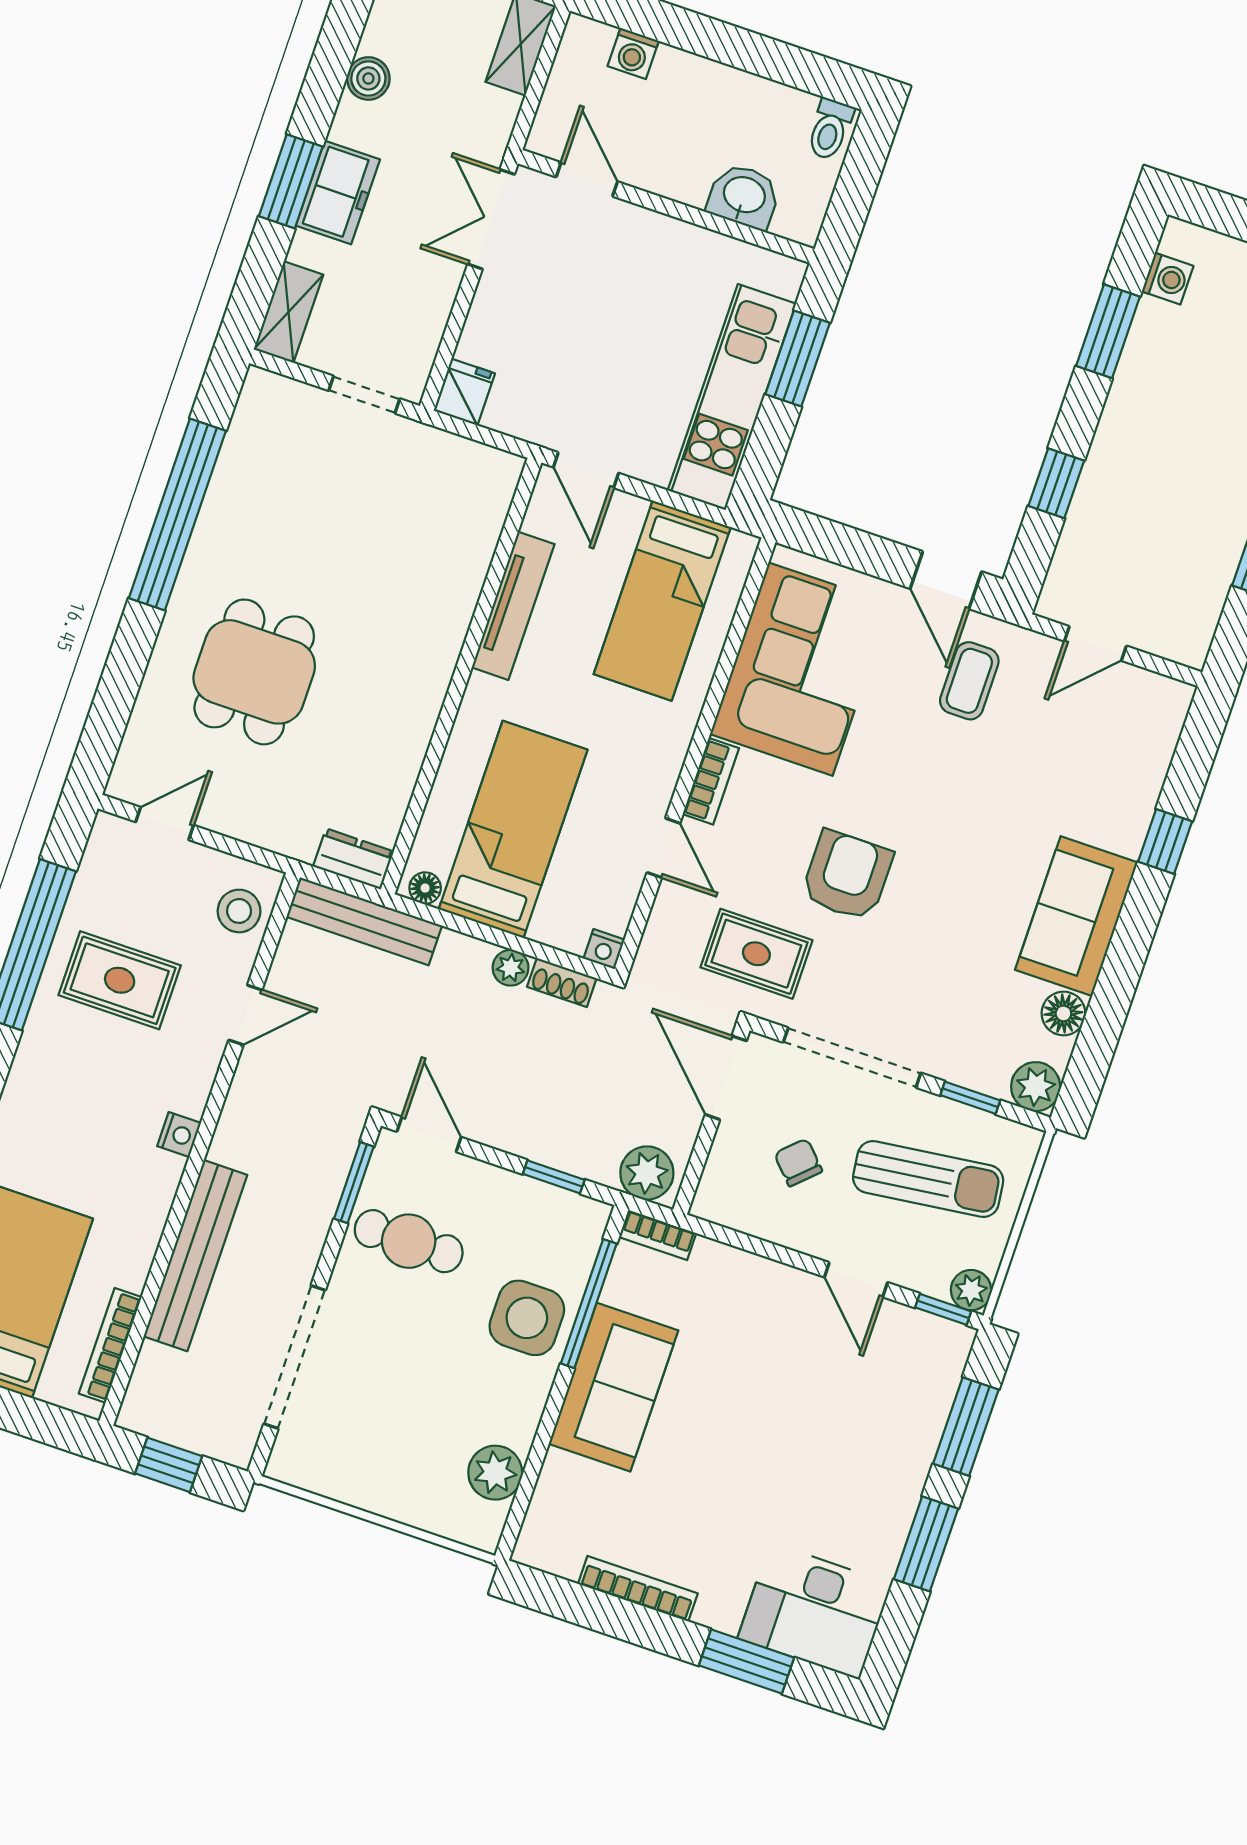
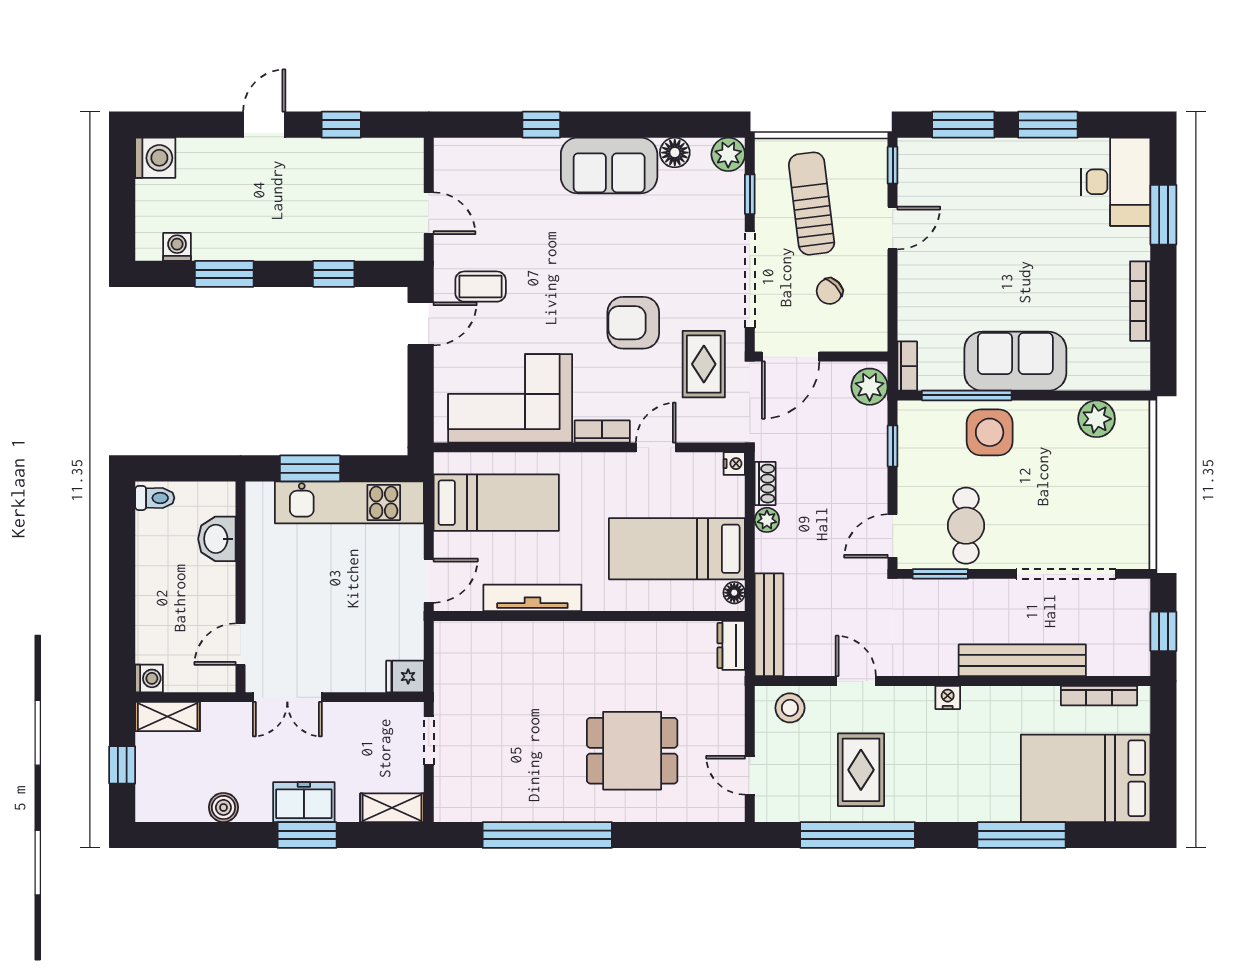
washing machine: (633, 53) -> (149, 678), moved
plant: (971, 1290) -> (874, 151), removed

